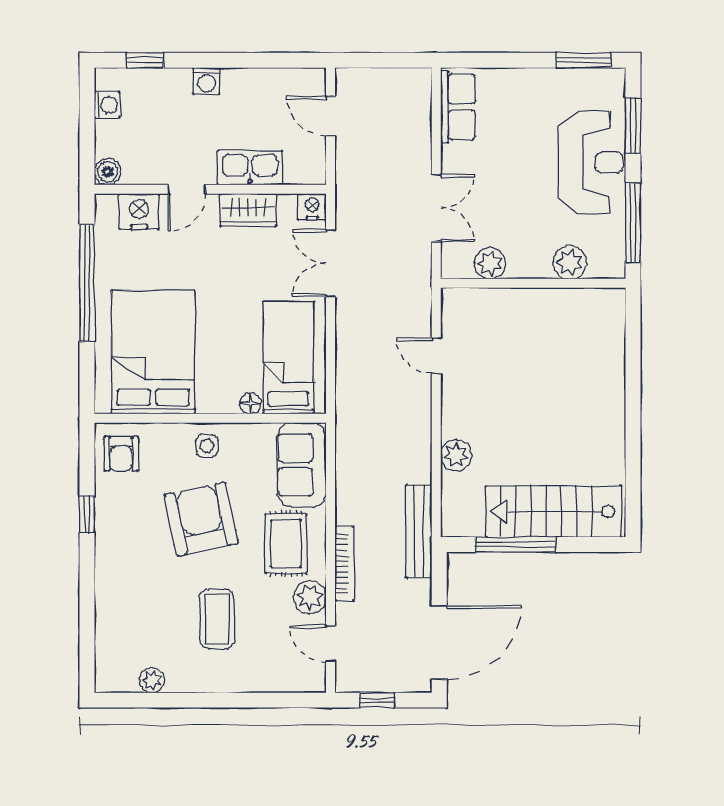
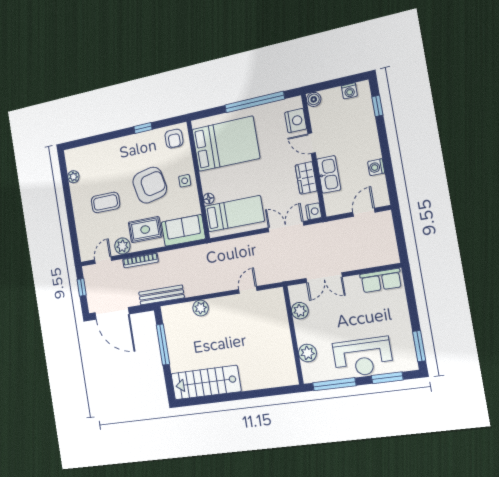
washing machine: (207, 81) -> (376, 167), moved
armchair: (121, 454) -> (174, 139), turned -90
stairs: (554, 512) -> (206, 383), moved, turned -90

